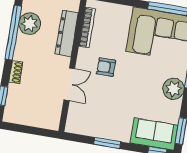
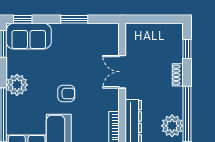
armchair: (106, 67) -> (66, 93), moved

